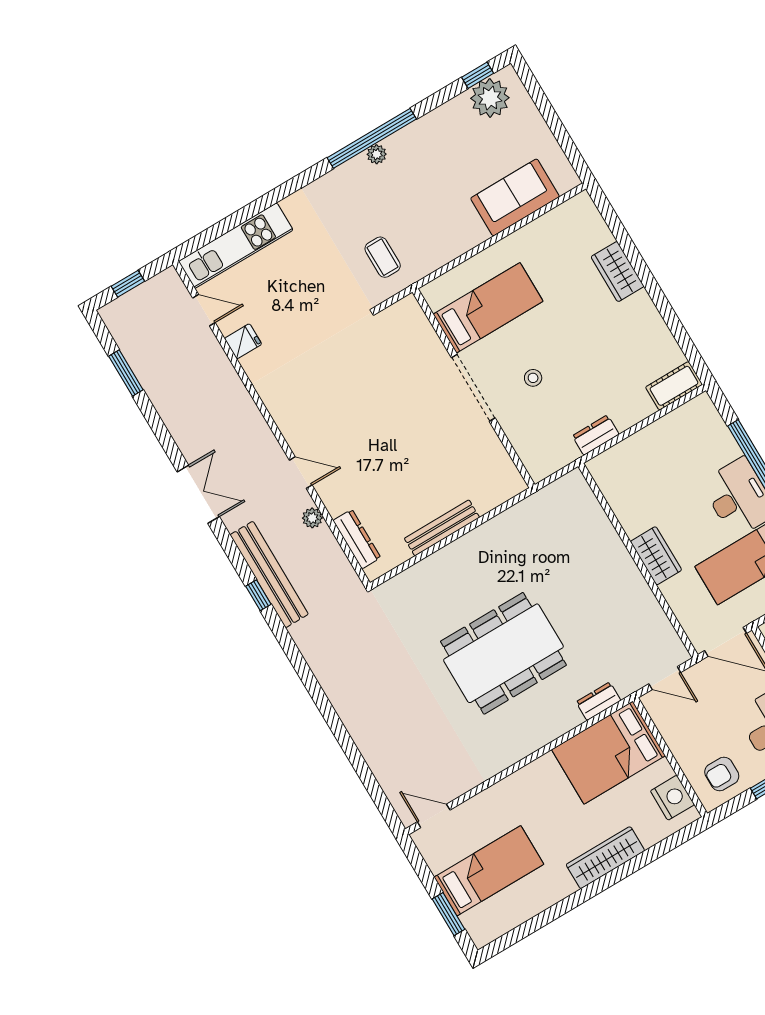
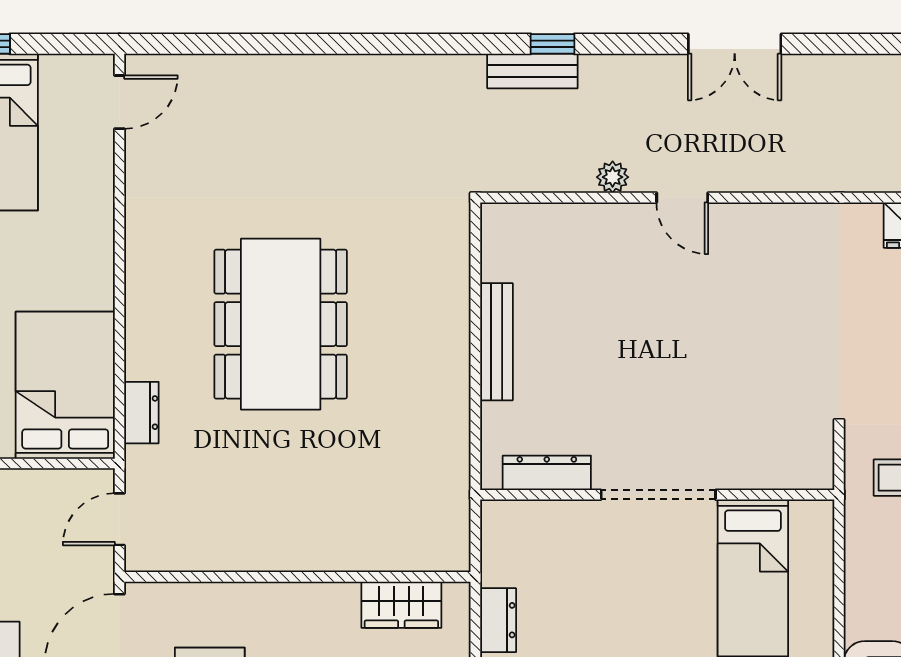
stool: (533, 378) -> (624, 582), removed
door: (301, 473) -> (682, 198), hinge flipped
dresser: (357, 539) -> (547, 473), moved, turned 180
wardrobe: (656, 556) -> (401, 605), moved
bench: (269, 574) -> (532, 71), width x0.54, depth x0.82

